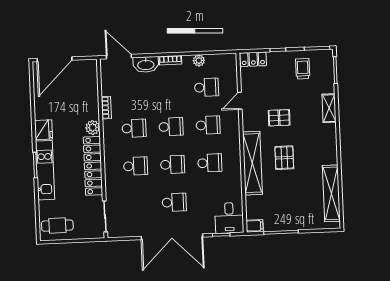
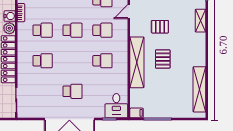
water cooler: (93, 112) -> (10, 16), added
school desk: (173, 164) -> (73, 61), removed

